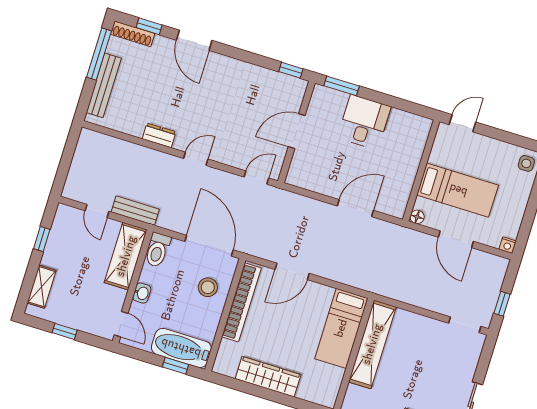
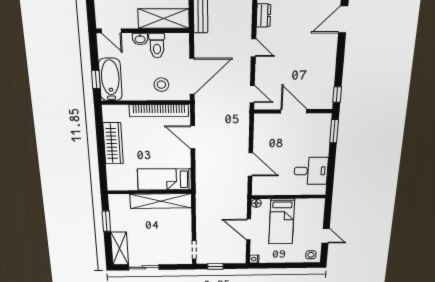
desk: (364, 122) -> (311, 171), moved
door: (462, 123) -> (326, 236), moved
door: (456, 239) -> (249, 230), hinge flipped
toilet: (157, 250) -> (157, 46), moved, turned -90
door: (121, 324) -> (111, 31), hinge flipped

